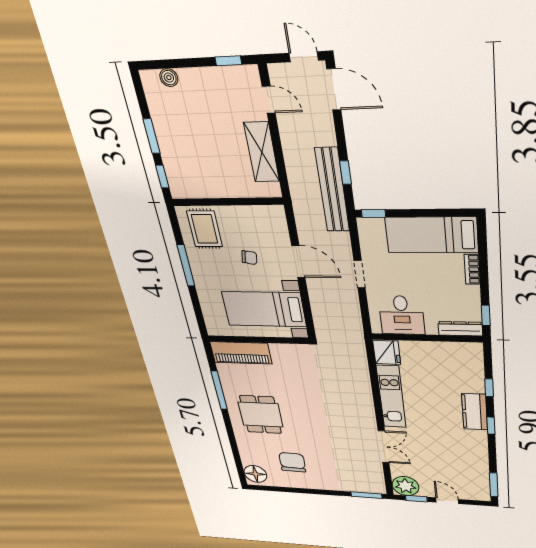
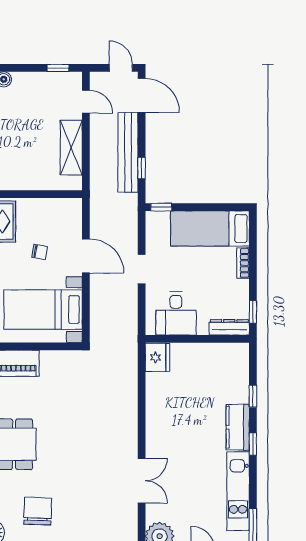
bench: (332, 190) -> (128, 152), moved
kitchen unit: (391, 397) -> (238, 491), moved, turned 180

